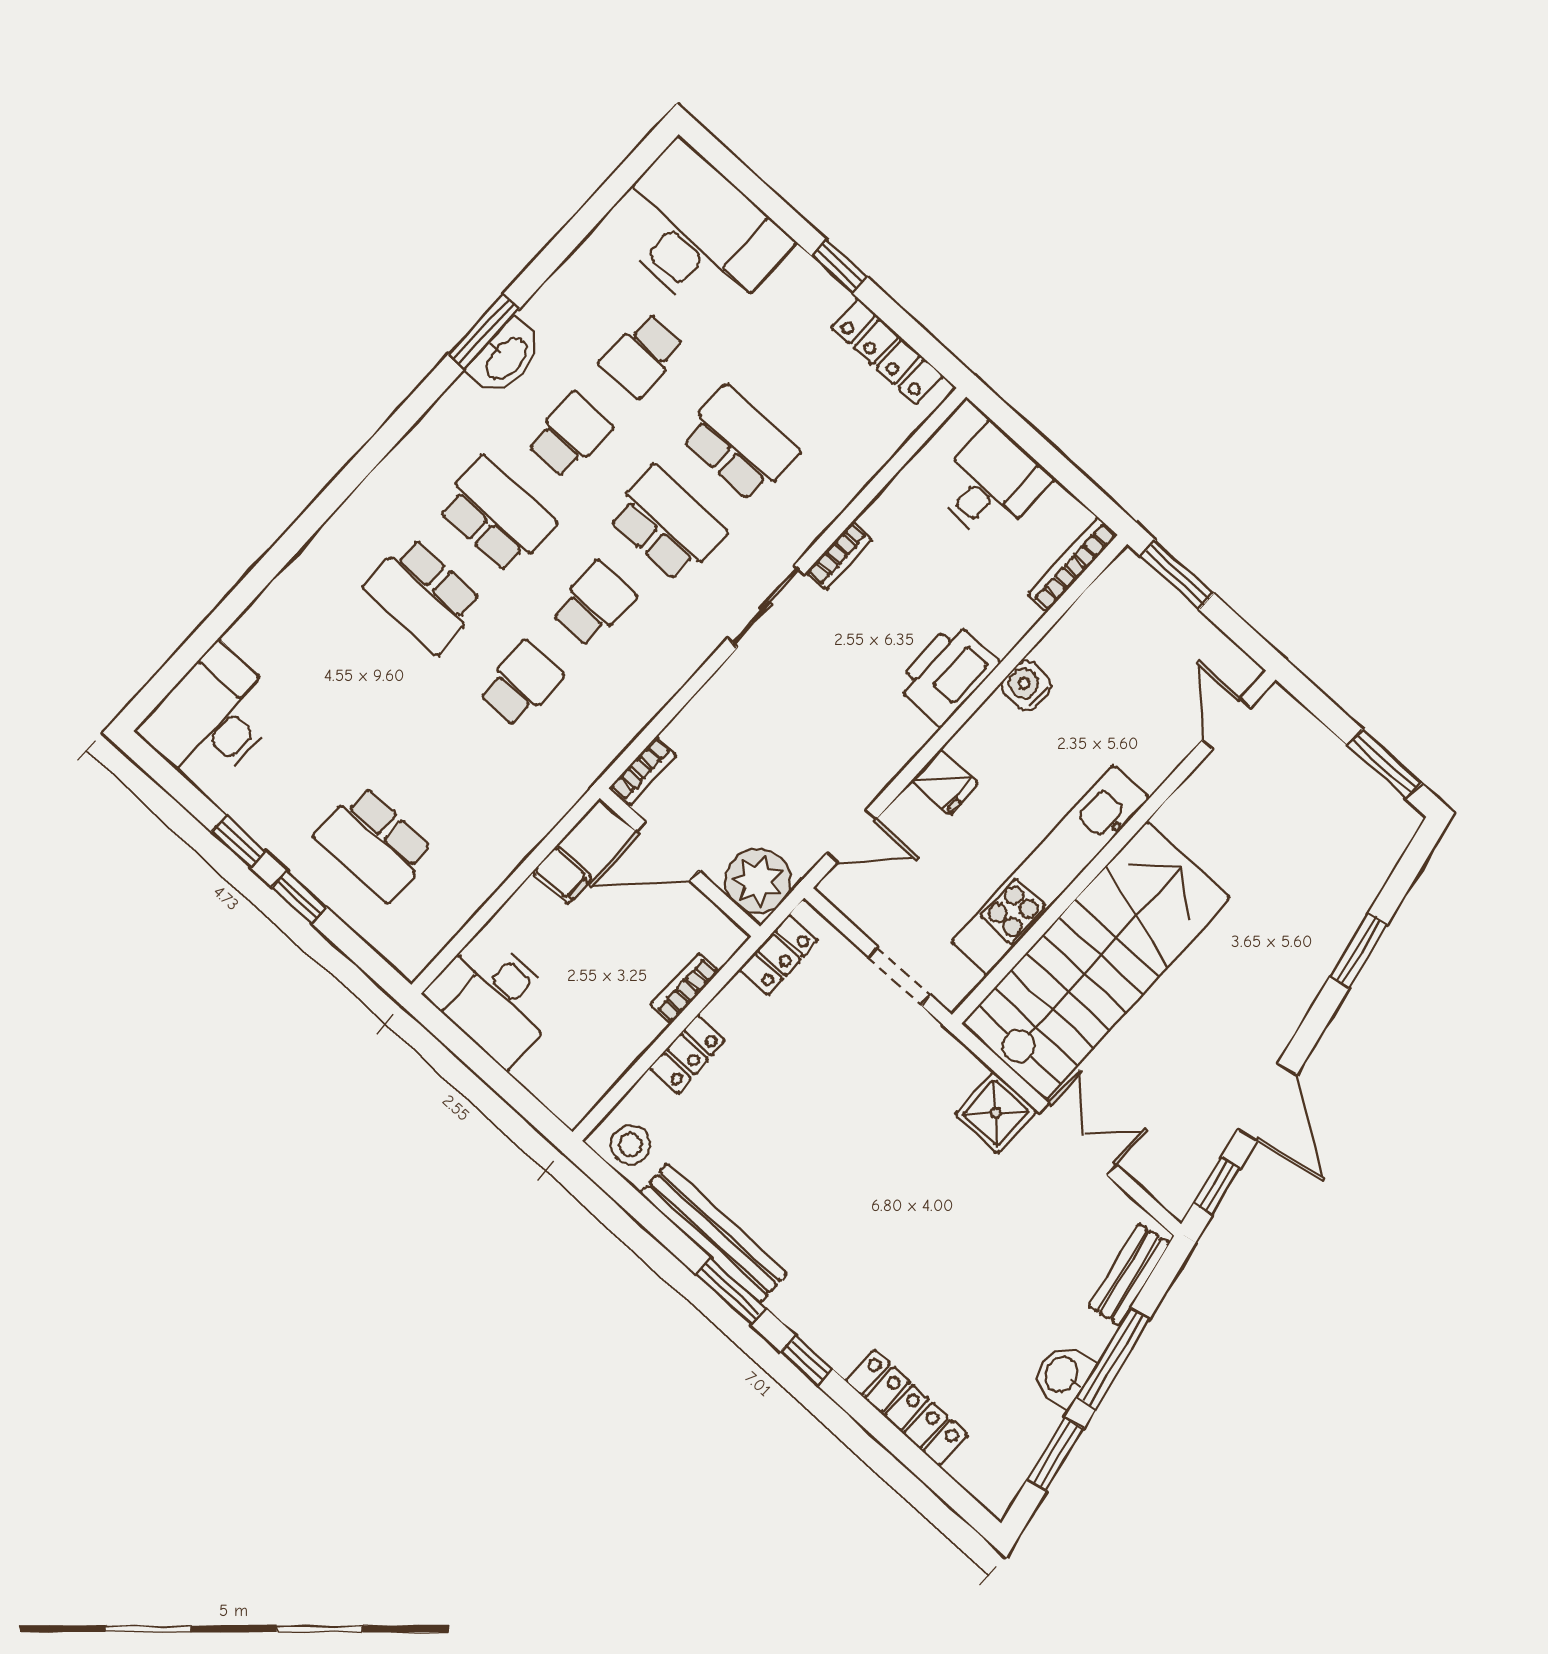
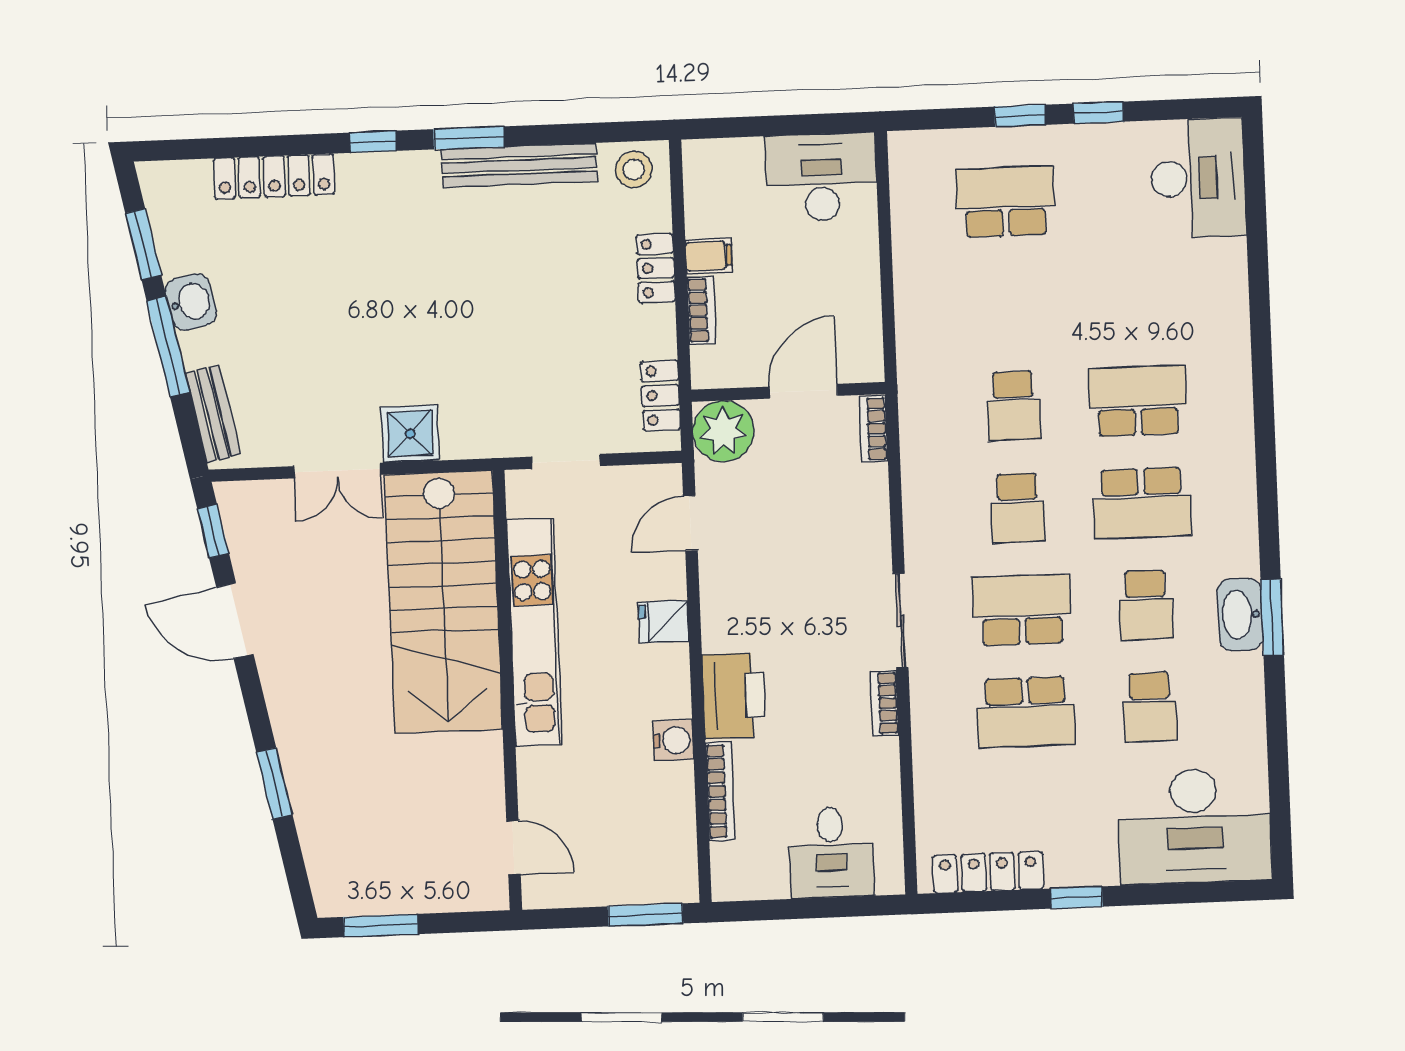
school desk: (642, 355) -> (1150, 707), turned 180
school desk: (667, 524) -> (1022, 610), turned 180
bookcase: (1073, 565) -> (720, 791), moved
filing cabinet: (562, 875) -> (709, 256), moved, turned 180

